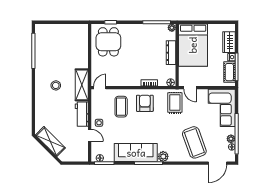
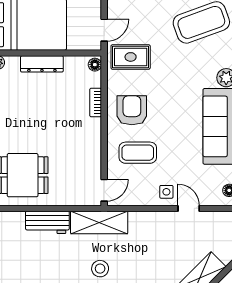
door: (100, 88) -> (104, 190), swing flipped
armchair: (145, 103) -> (132, 110), turned 90
workbench: (82, 114) -> (47, 222), moved
door: (90, 135) -> (189, 208), hinge flipped

